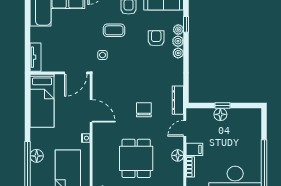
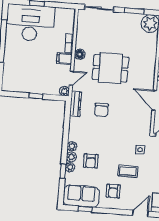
chair: (144, 110) -> (101, 110), moved
plant: (191, 113) -> (64, 91), added
floor lamp: (220, 114) -> (38, 88), removed
dining table: (136, 158) -> (110, 68), moved, turned 90

